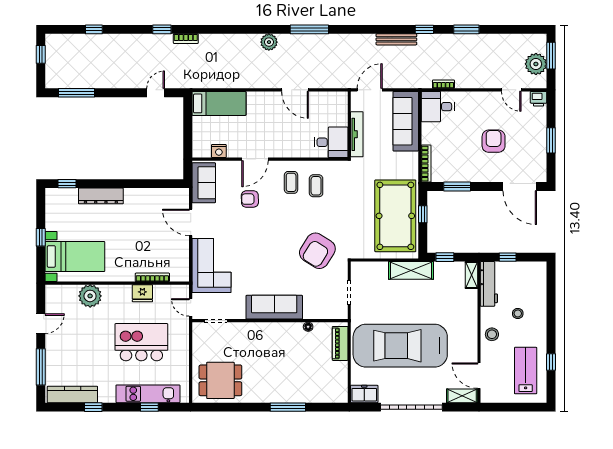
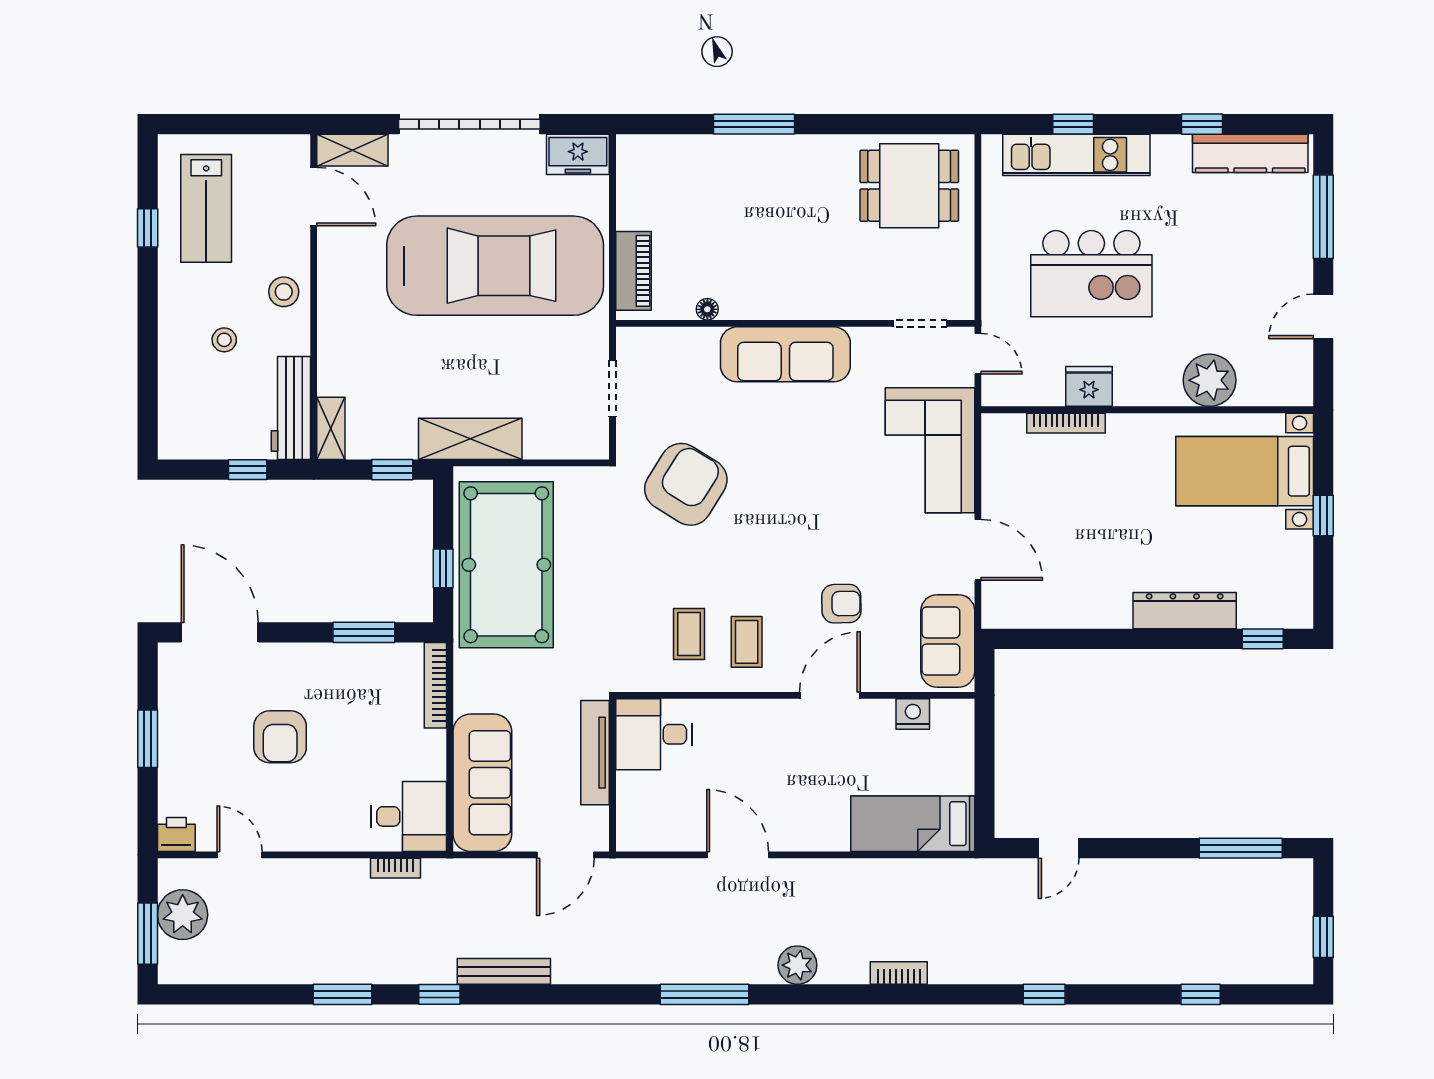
bookcase: (186, 39) -> (899, 973), moved

